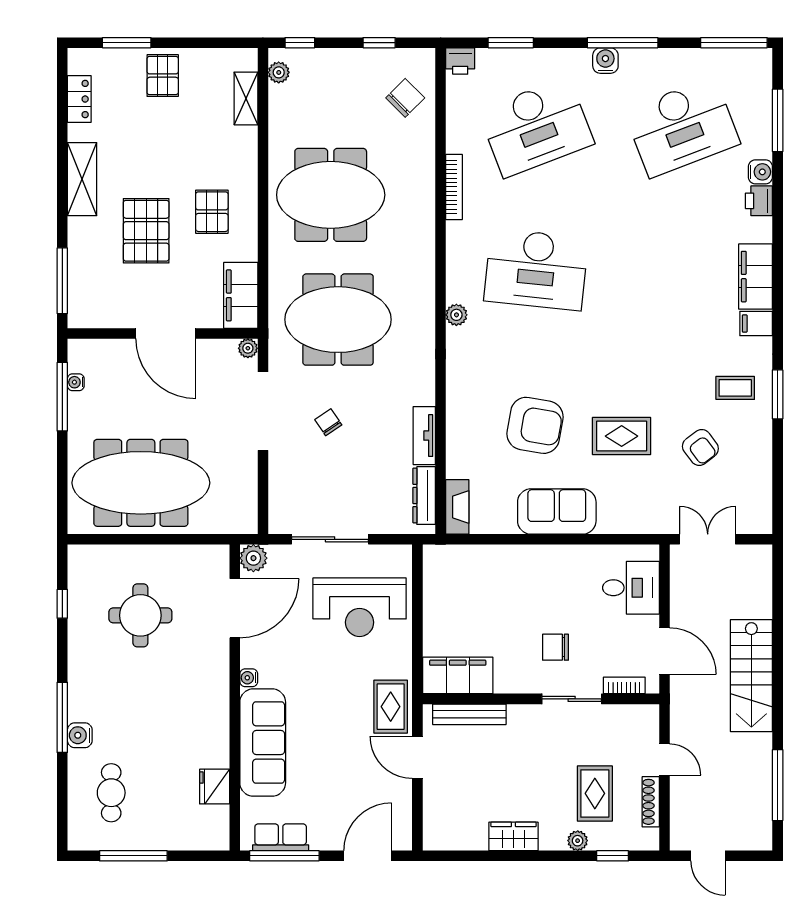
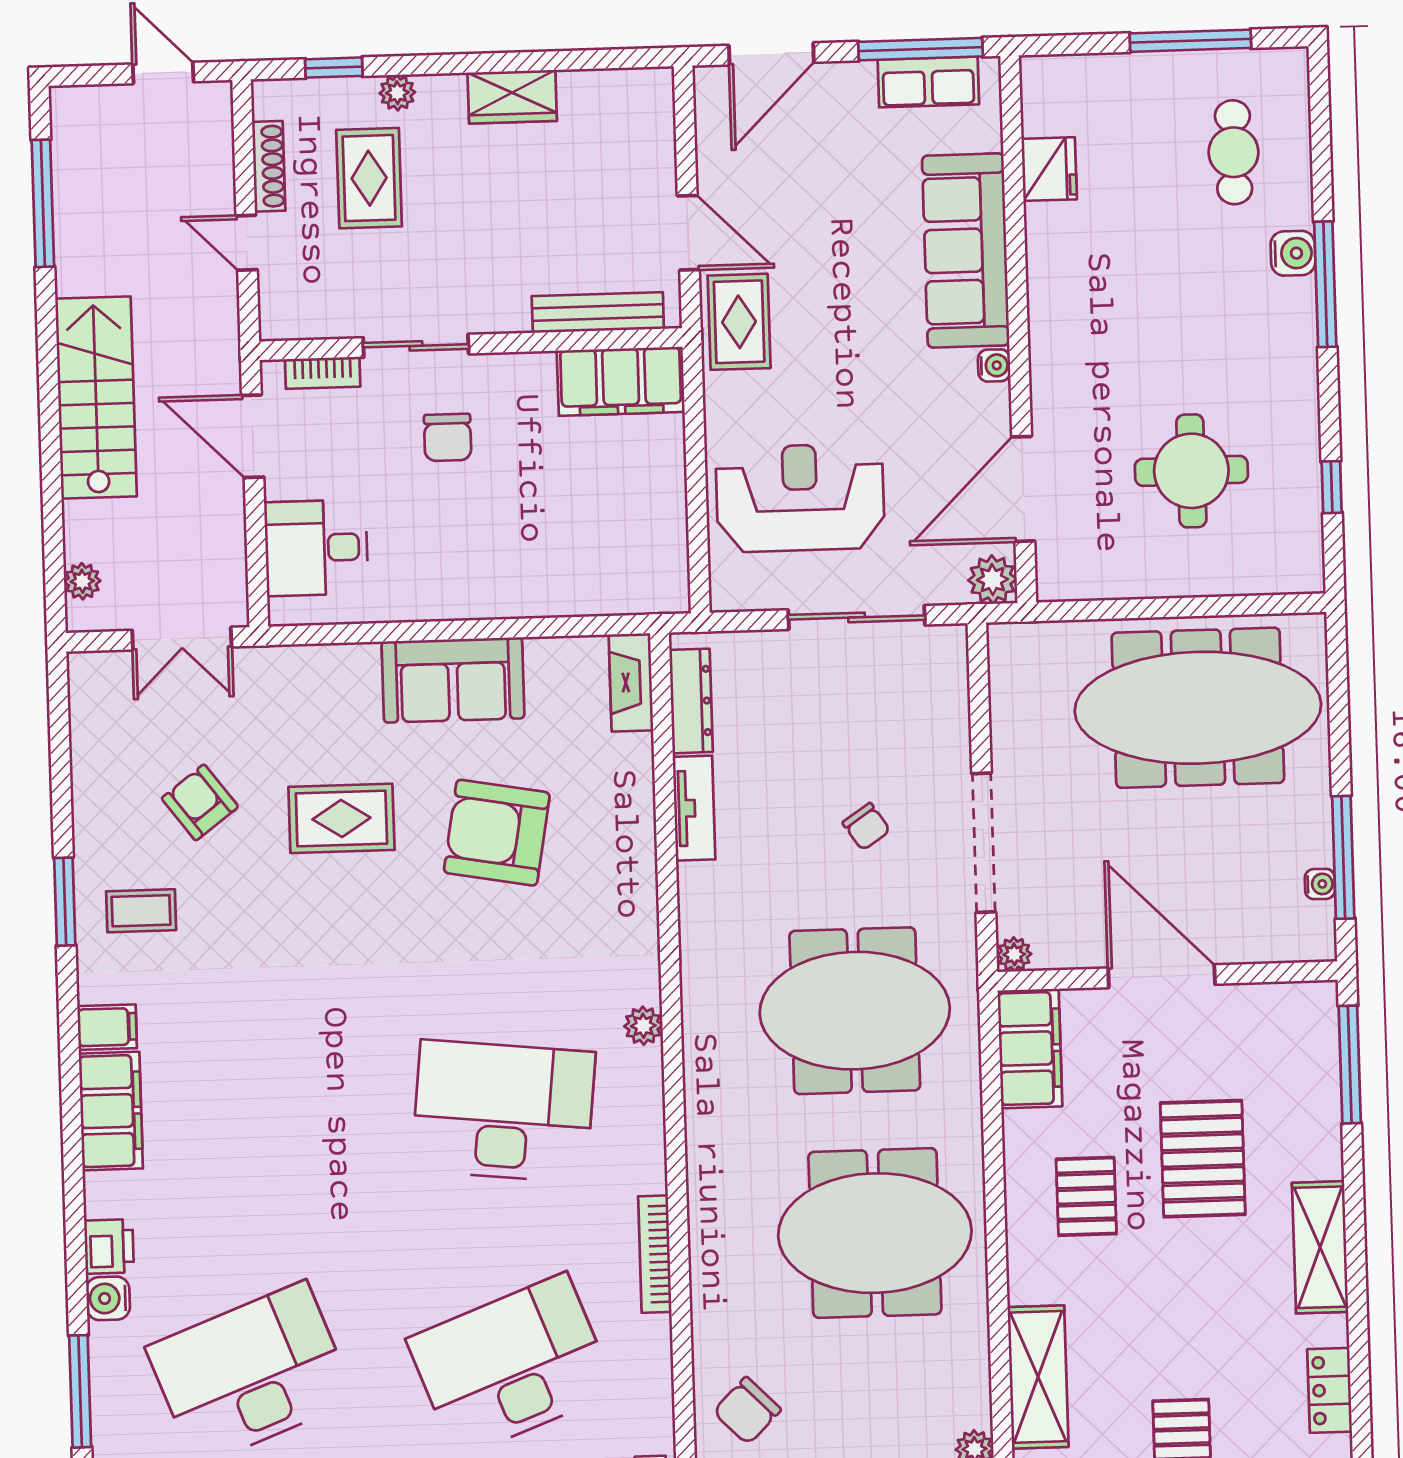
shelving: (246, 98) -> (1038, 1377), width x1.50, depth x1.33
plant: (762, 573) -> (82, 581), added
chair: (556, 647) -> (448, 437), turned 90

